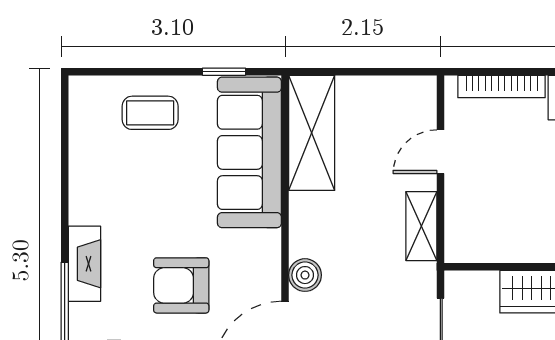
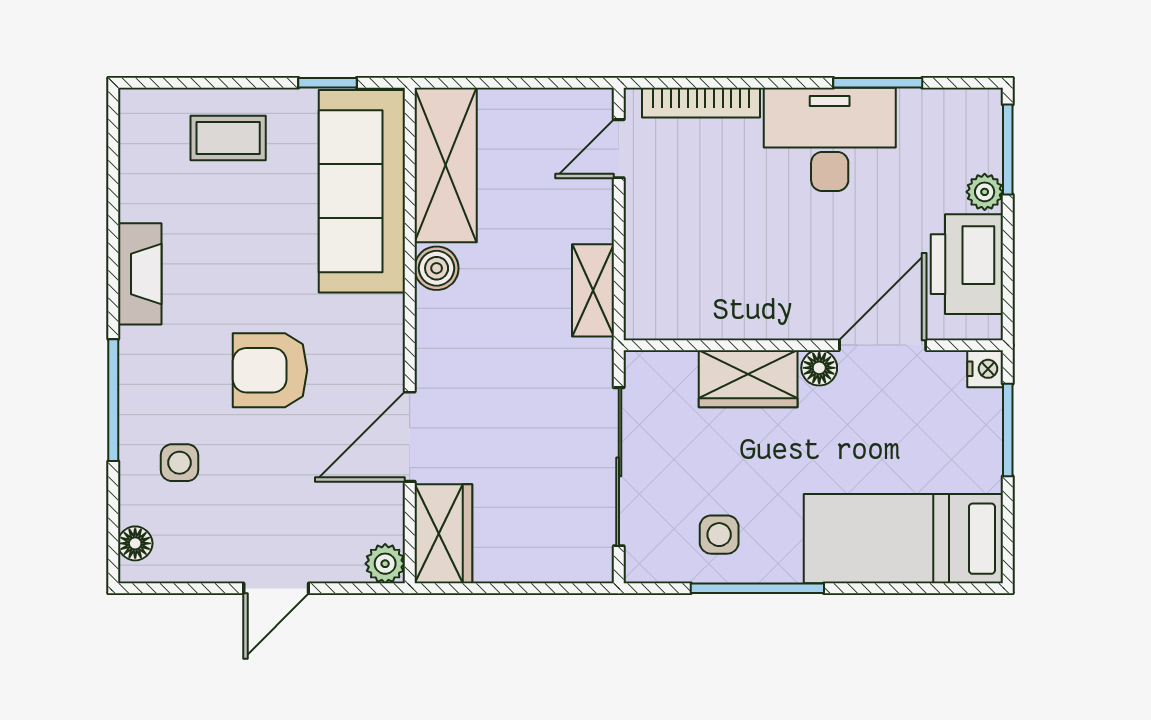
door: (440, 152) -> (619, 149), moved
fireplace: (84, 264) -> (140, 274), moved
boiler: (305, 275) -> (437, 268), moved

